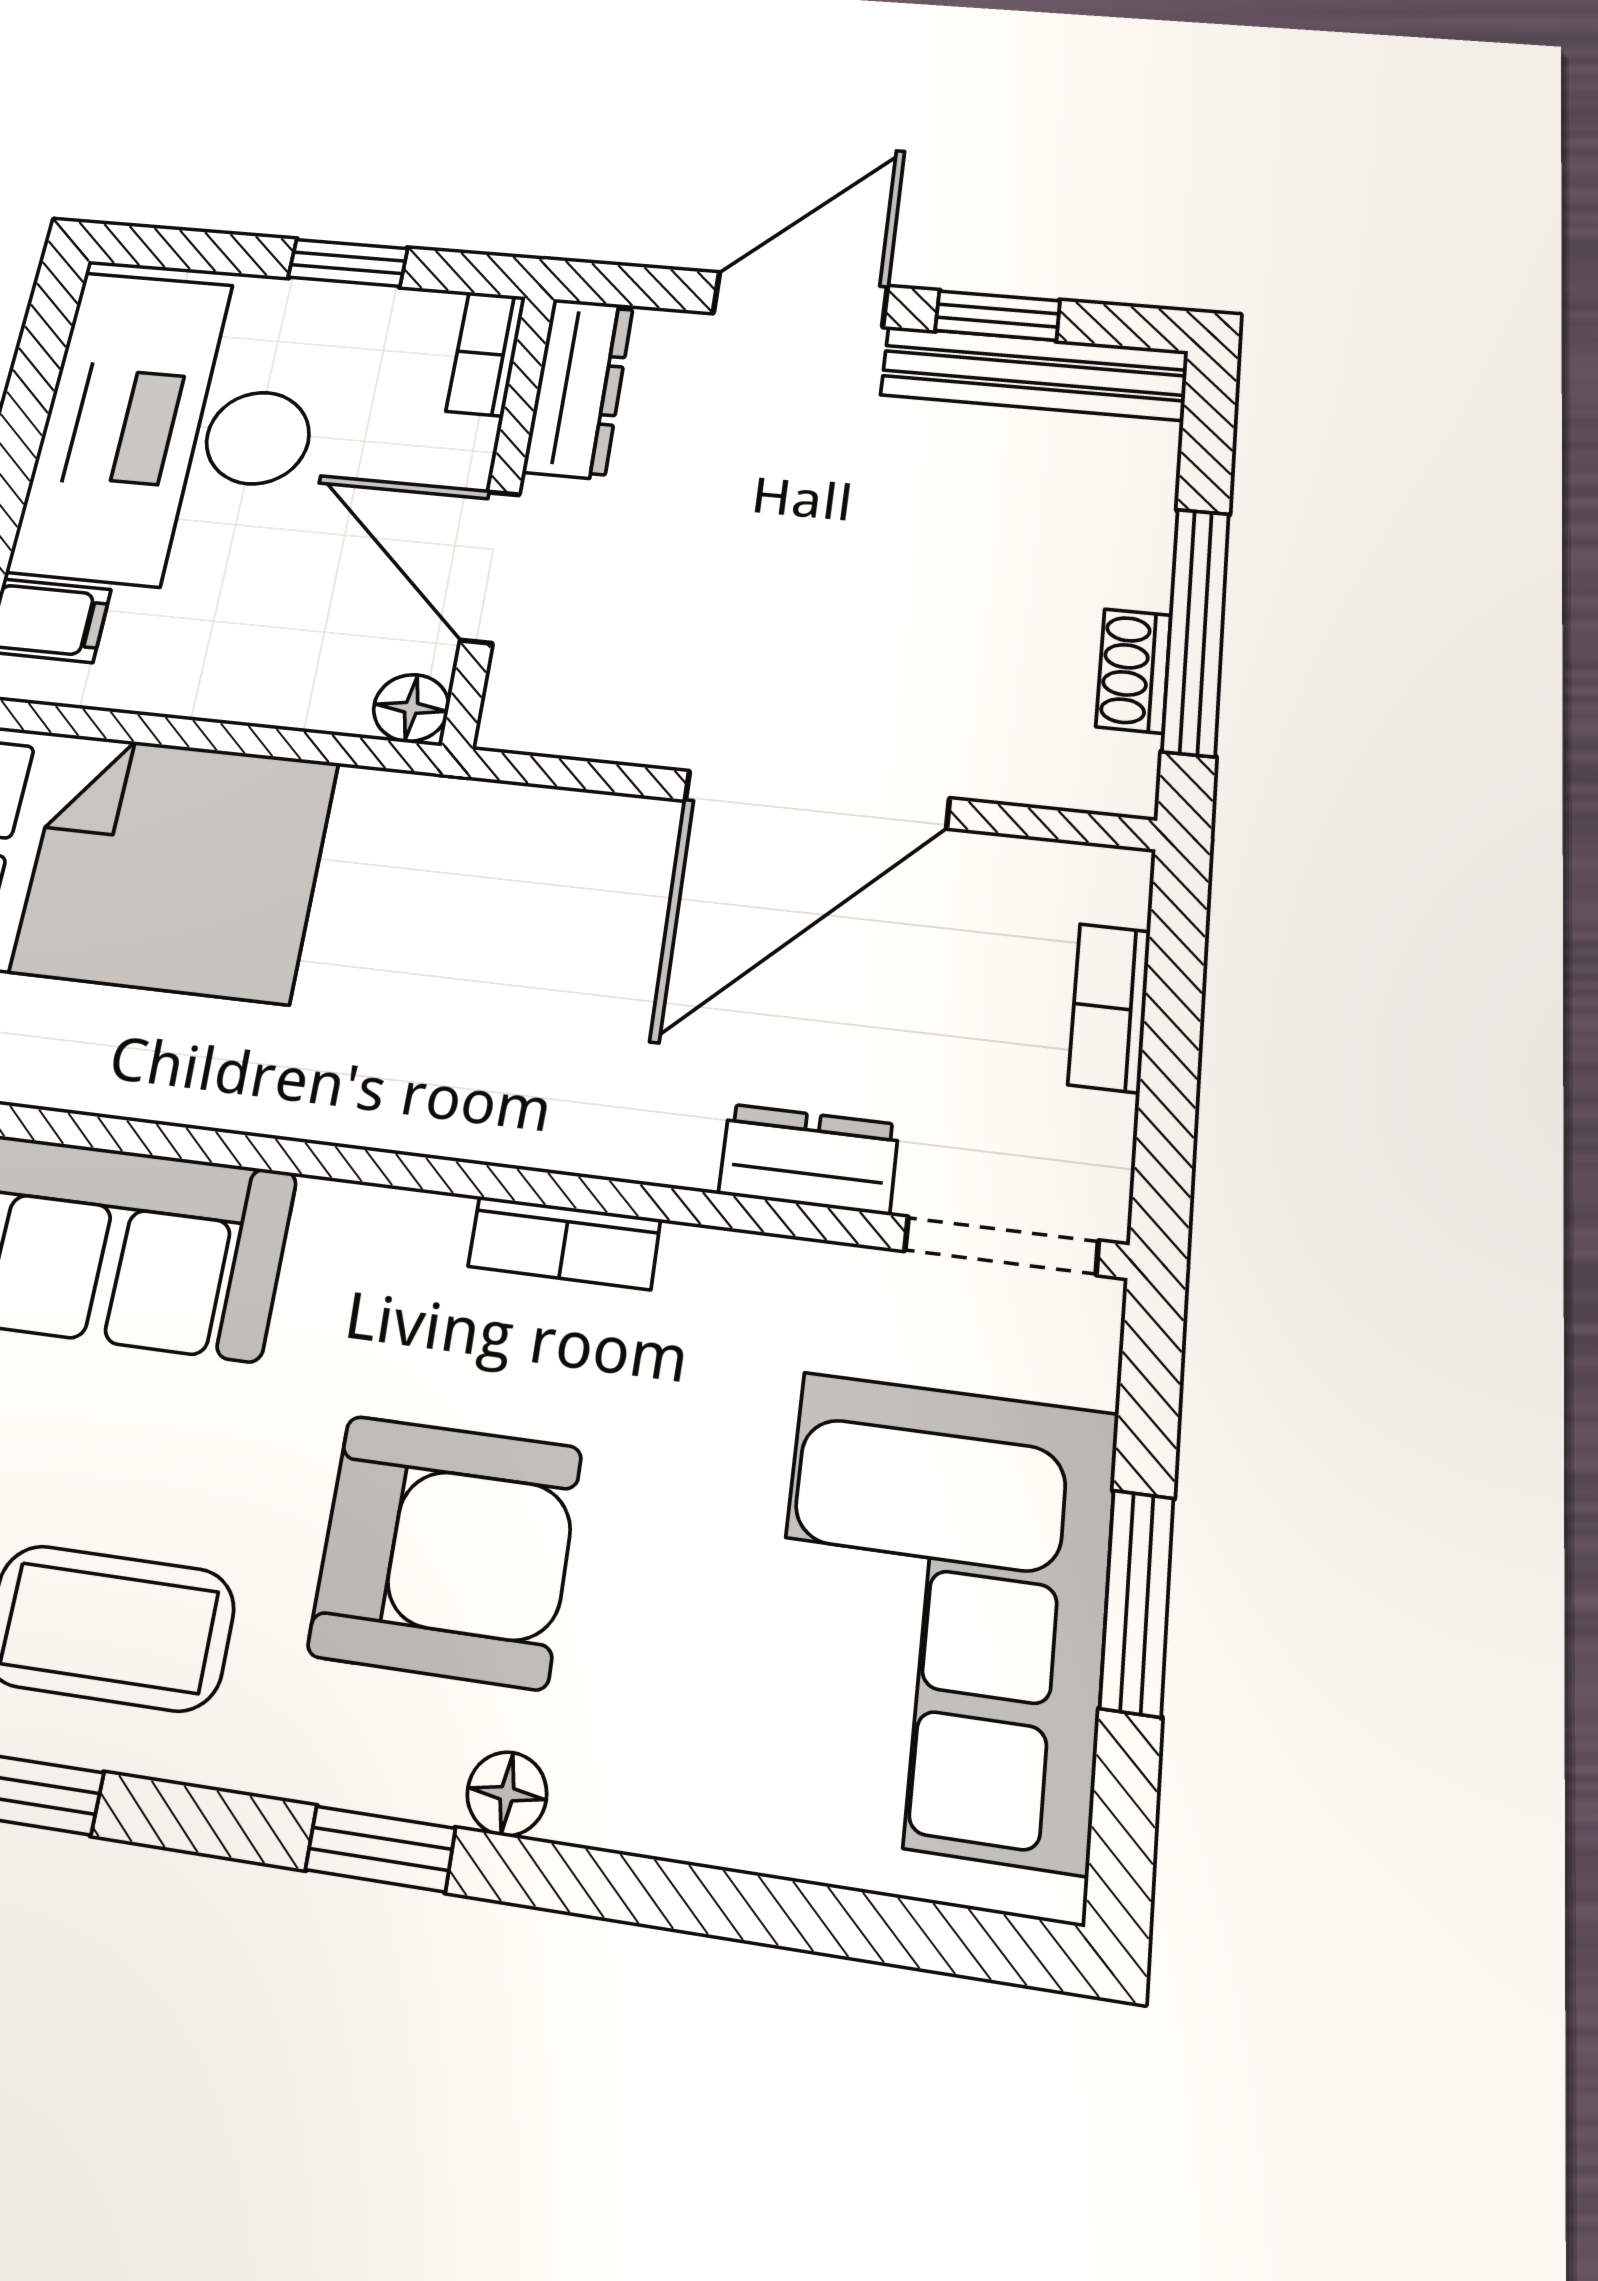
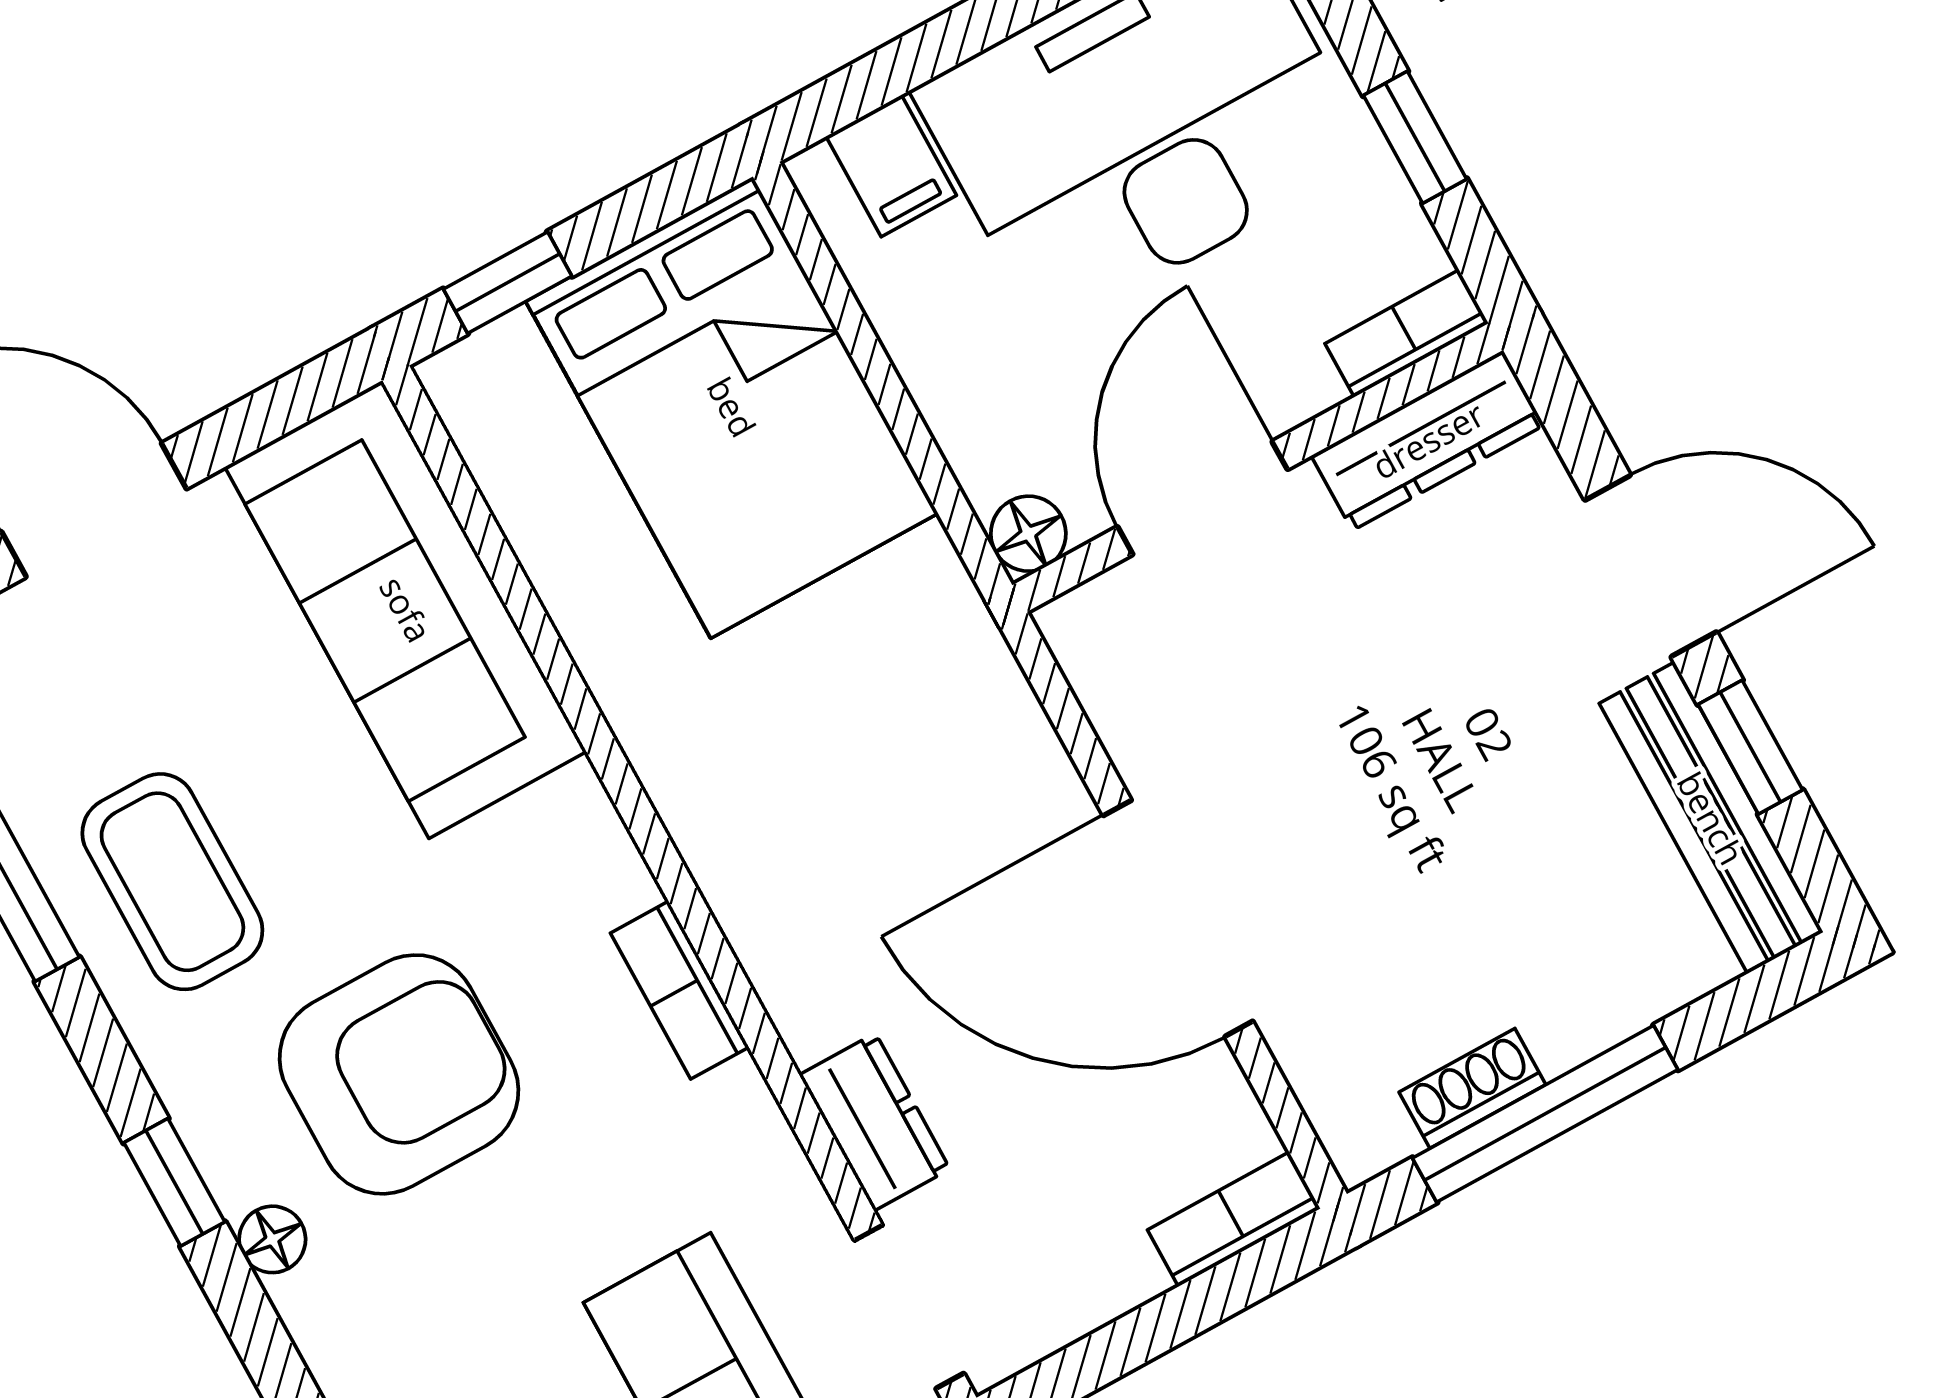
bookcase: (1109, 1007) -> (1234, 1219), moved
armchair: (446, 1551) -> (399, 1074), turned -90

